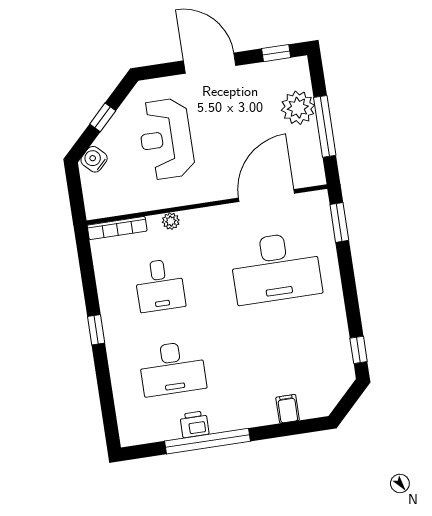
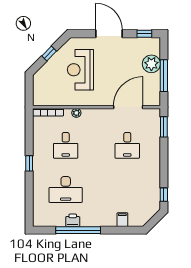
water cooler: (94, 159) -> (41, 75), removed
desk: (276, 268) -> (127, 145), width x0.53, depth x0.77

